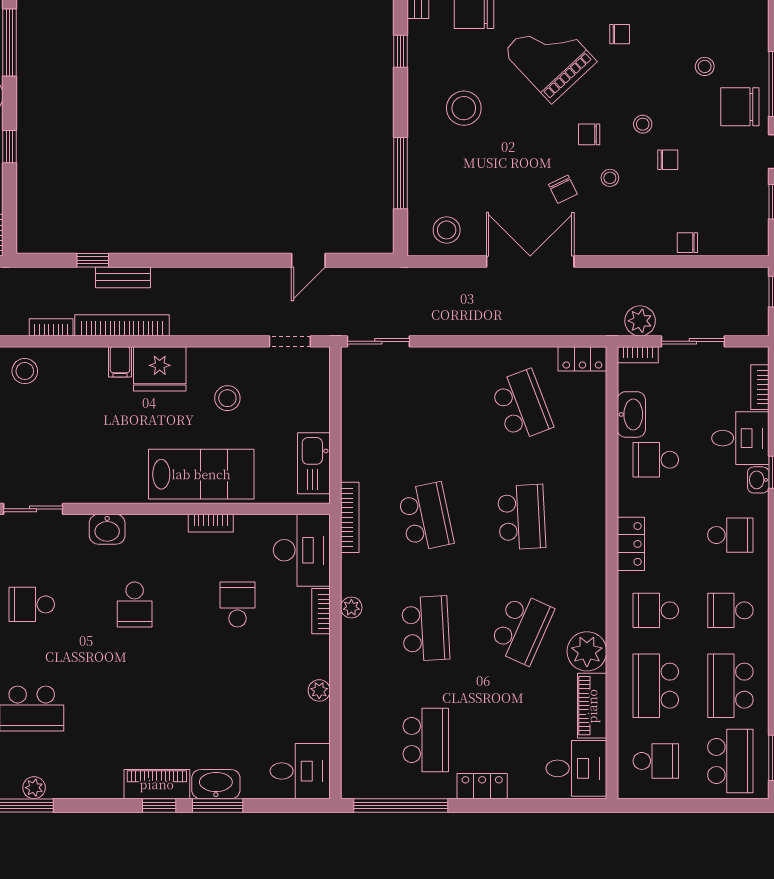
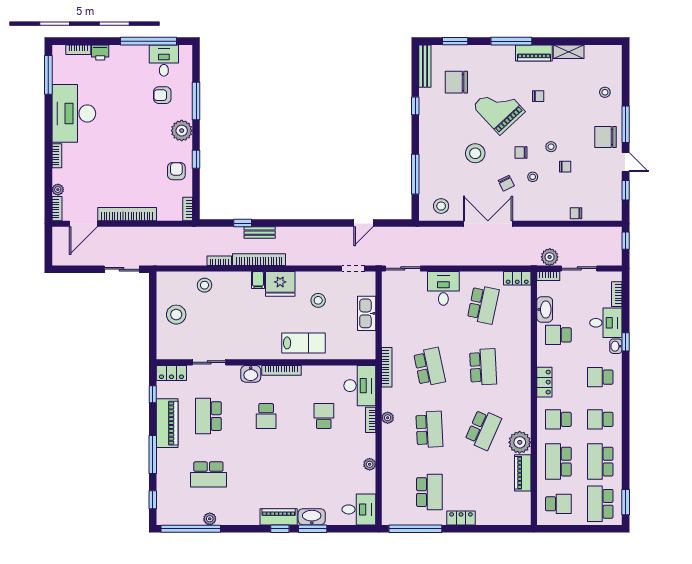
stool: (705, 66) -> (605, 92), moved
stool: (464, 108) -> (475, 153), moved
school desk: (522, 405) -> (483, 304), turned 33
kitchen sink: (314, 463) -> (367, 313), moved
lab bench: (201, 474) -> (304, 343), width x0.73, depth x0.72
bookcase: (211, 523) -> (281, 370), moved, width x1.56
school desk: (730, 535) -> (600, 377), turned 180
school desk: (32, 604) -> (208, 416), width x1.85
school desk: (730, 761) -> (600, 504), turned 180
desk: (576, 768) -> (443, 288), moved, turned -90

